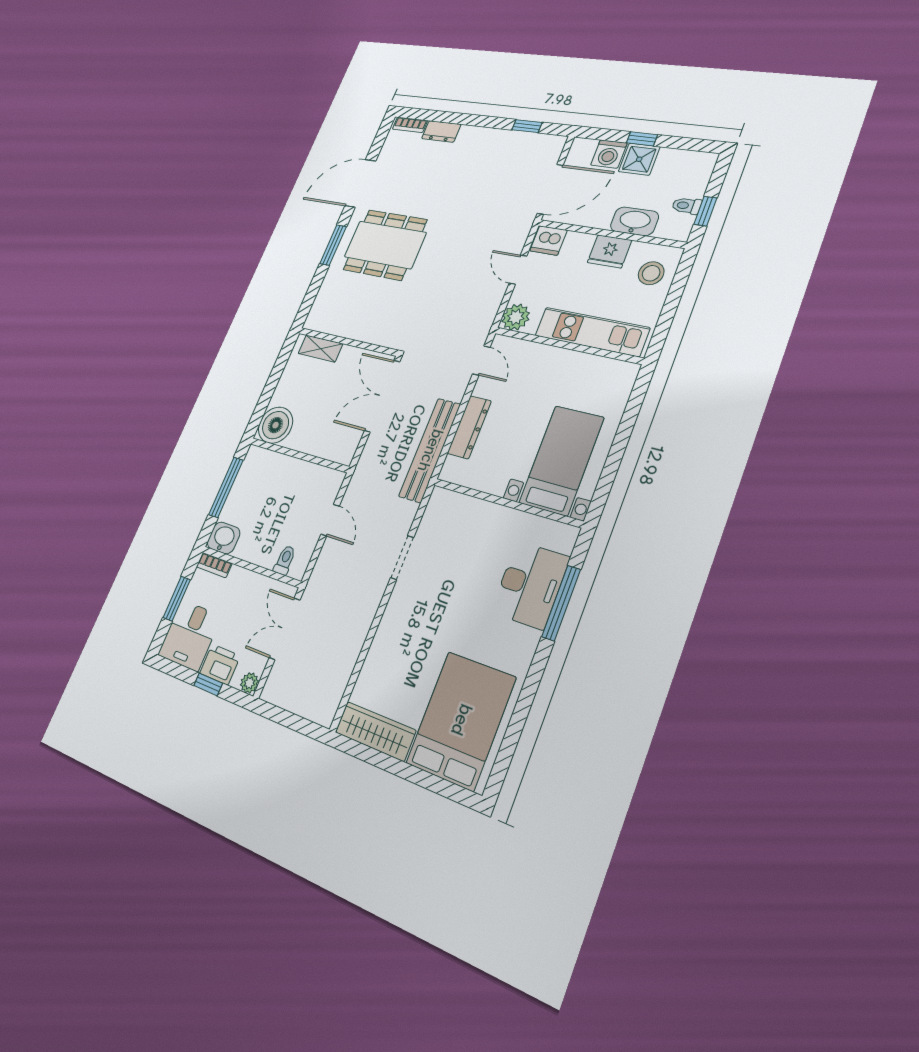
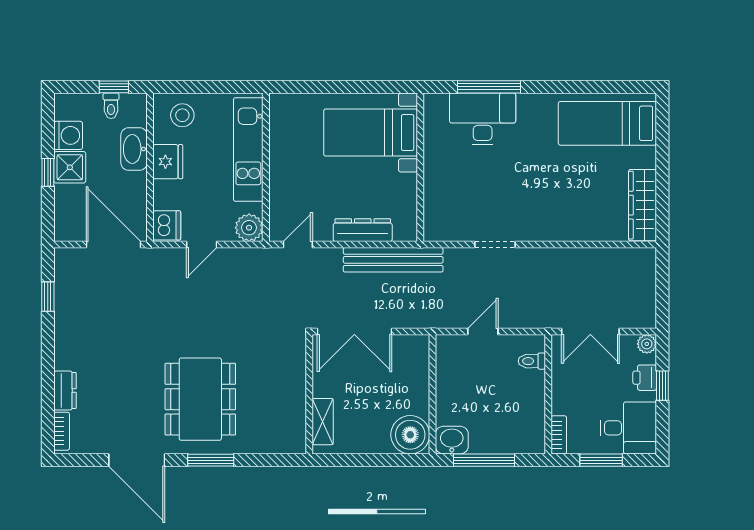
washing machine: (609, 154) -> (68, 135), moved
washbasin: (224, 538) -> (452, 440), moved, turned 90
printer: (220, 664) -> (645, 378), width x0.73, depth x0.81
bed: (461, 720) -> (607, 123), width x0.67

